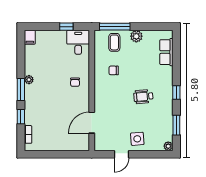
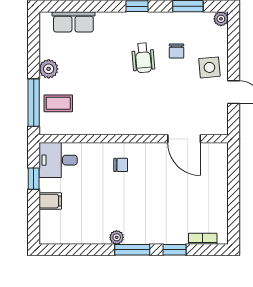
filing cabinet: (30, 37) -> (50, 201), moved
chair: (114, 70) -> (177, 51), moved

